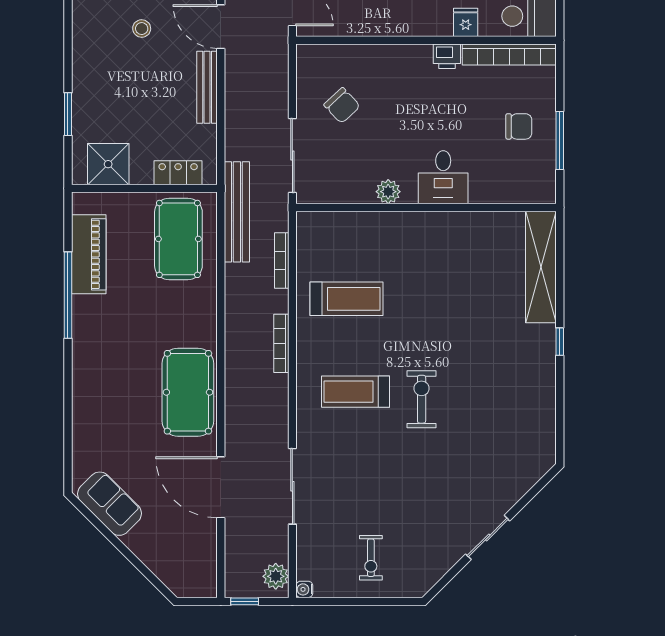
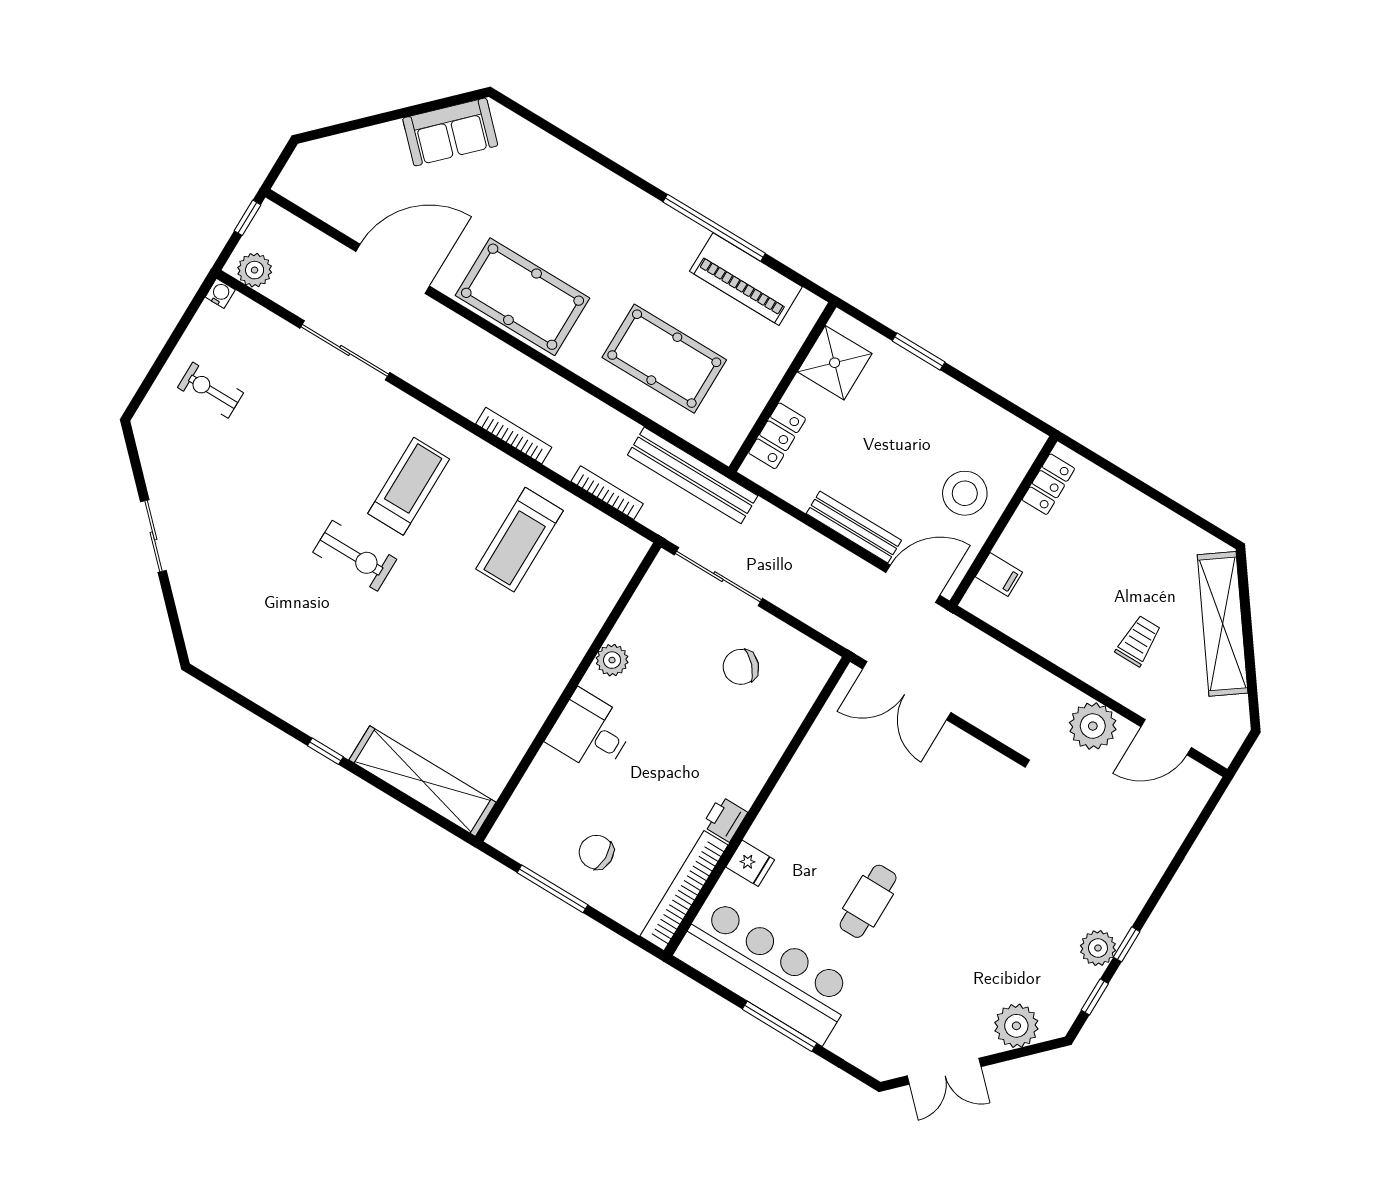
stool: (142, 29) -> (965, 493), width x1.89, depth x1.89
chair: (519, 126) -> (596, 852), turned 90
pool table: (178, 239) -> (664, 359), moved

